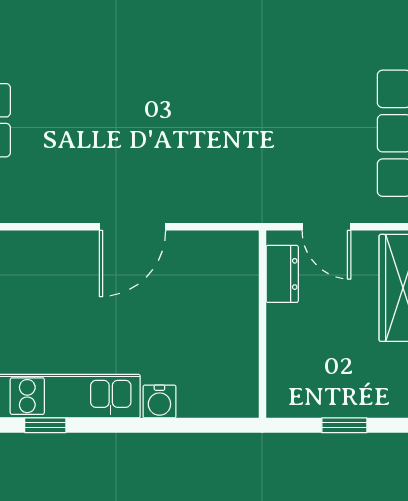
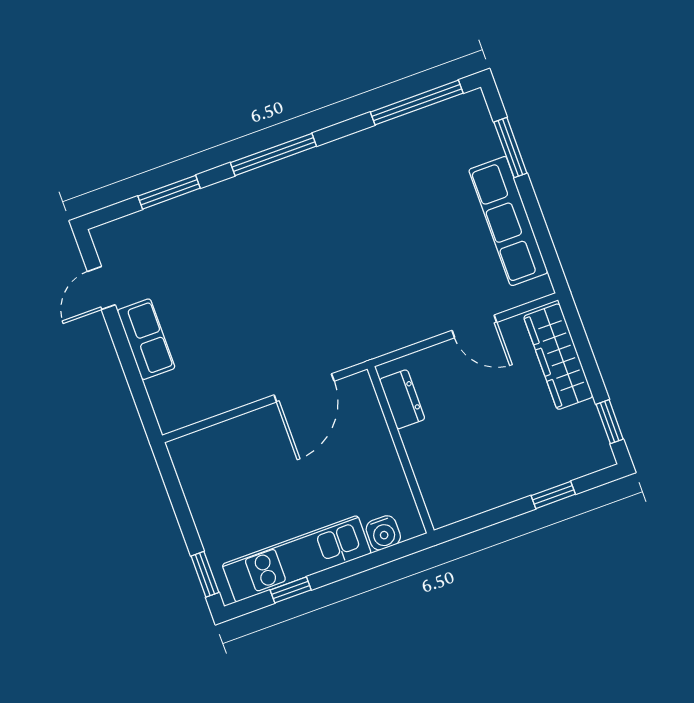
dresser: (282, 274) -> (402, 399), moved
wall: (262, 324) -> (401, 450), moved

